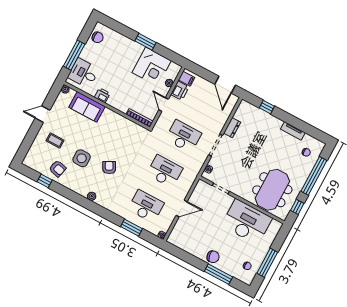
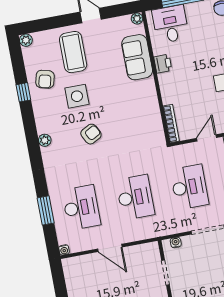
coffee table: (55, 140) -> (73, 52), width x1.86, depth x1.72
plant: (27, 162) -> (26, 40), added
window: (45, 181) -> (23, 92), moved

